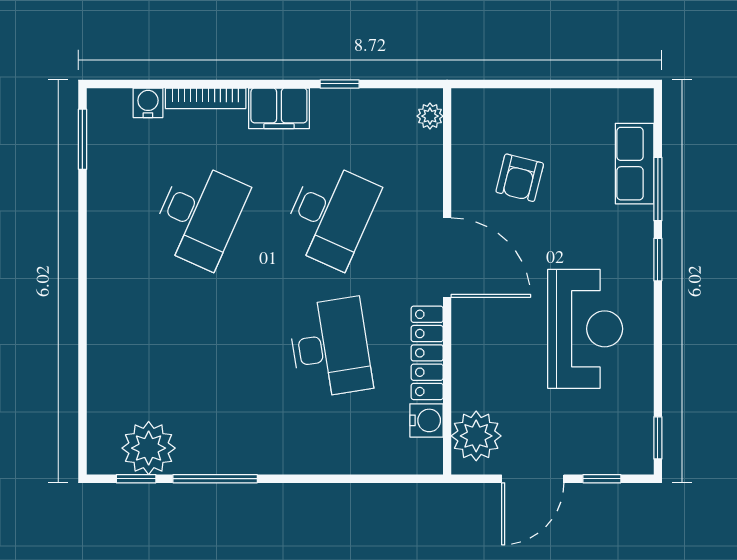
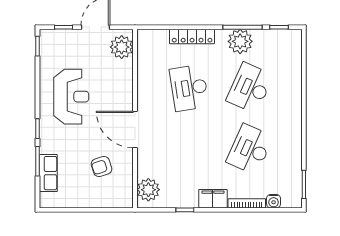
plant: (430, 116) -> (148, 190), width x1.87, depth x1.87
armchair: (520, 178) -> (101, 167), turned -122
desk: (330, 215) -> (250, 88), moved
reception desk: (585, 329) -> (71, 97), turned 180
locker: (427, 353) -> (192, 36), moved, turned 90
water cooler: (426, 420) -> (145, 54), removed
plant: (149, 448) -> (240, 41), moved

